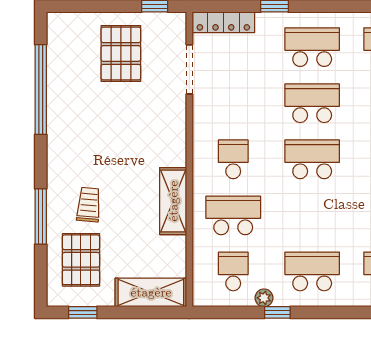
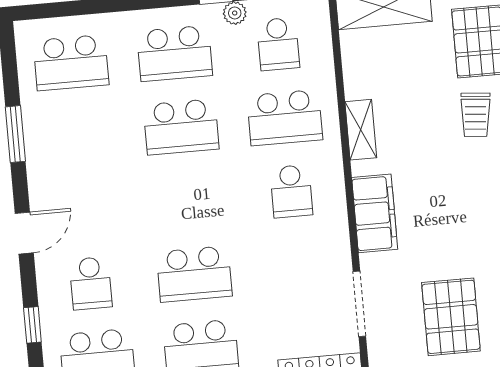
filing cabinet: (172, 137) -> (375, 213), added
school desk: (312, 159) -> (181, 127), moved
shelving: (173, 201) -> (361, 130), width x0.67, depth x0.75

